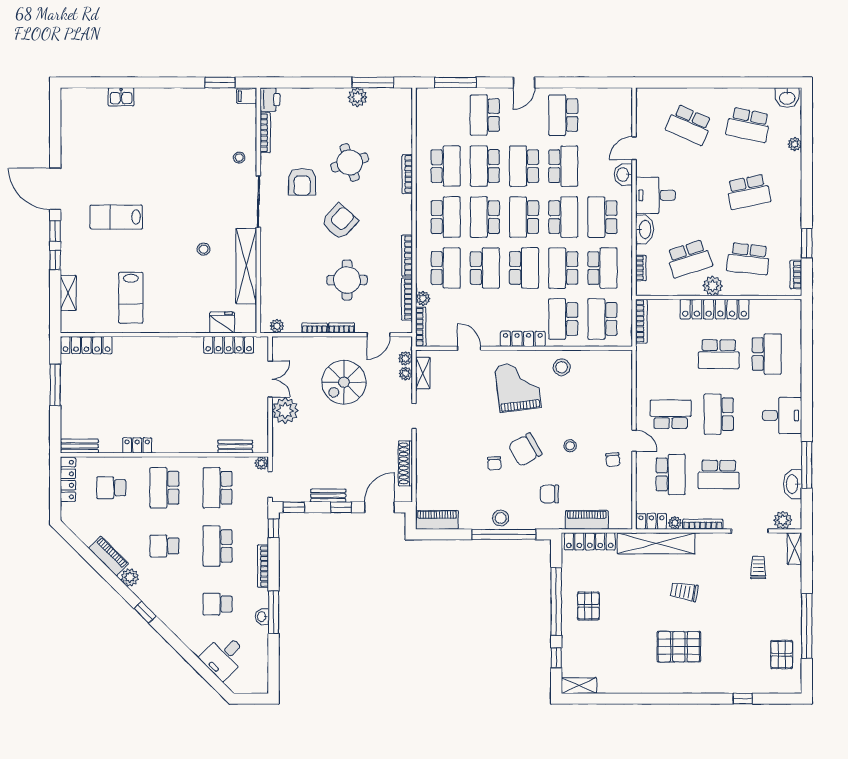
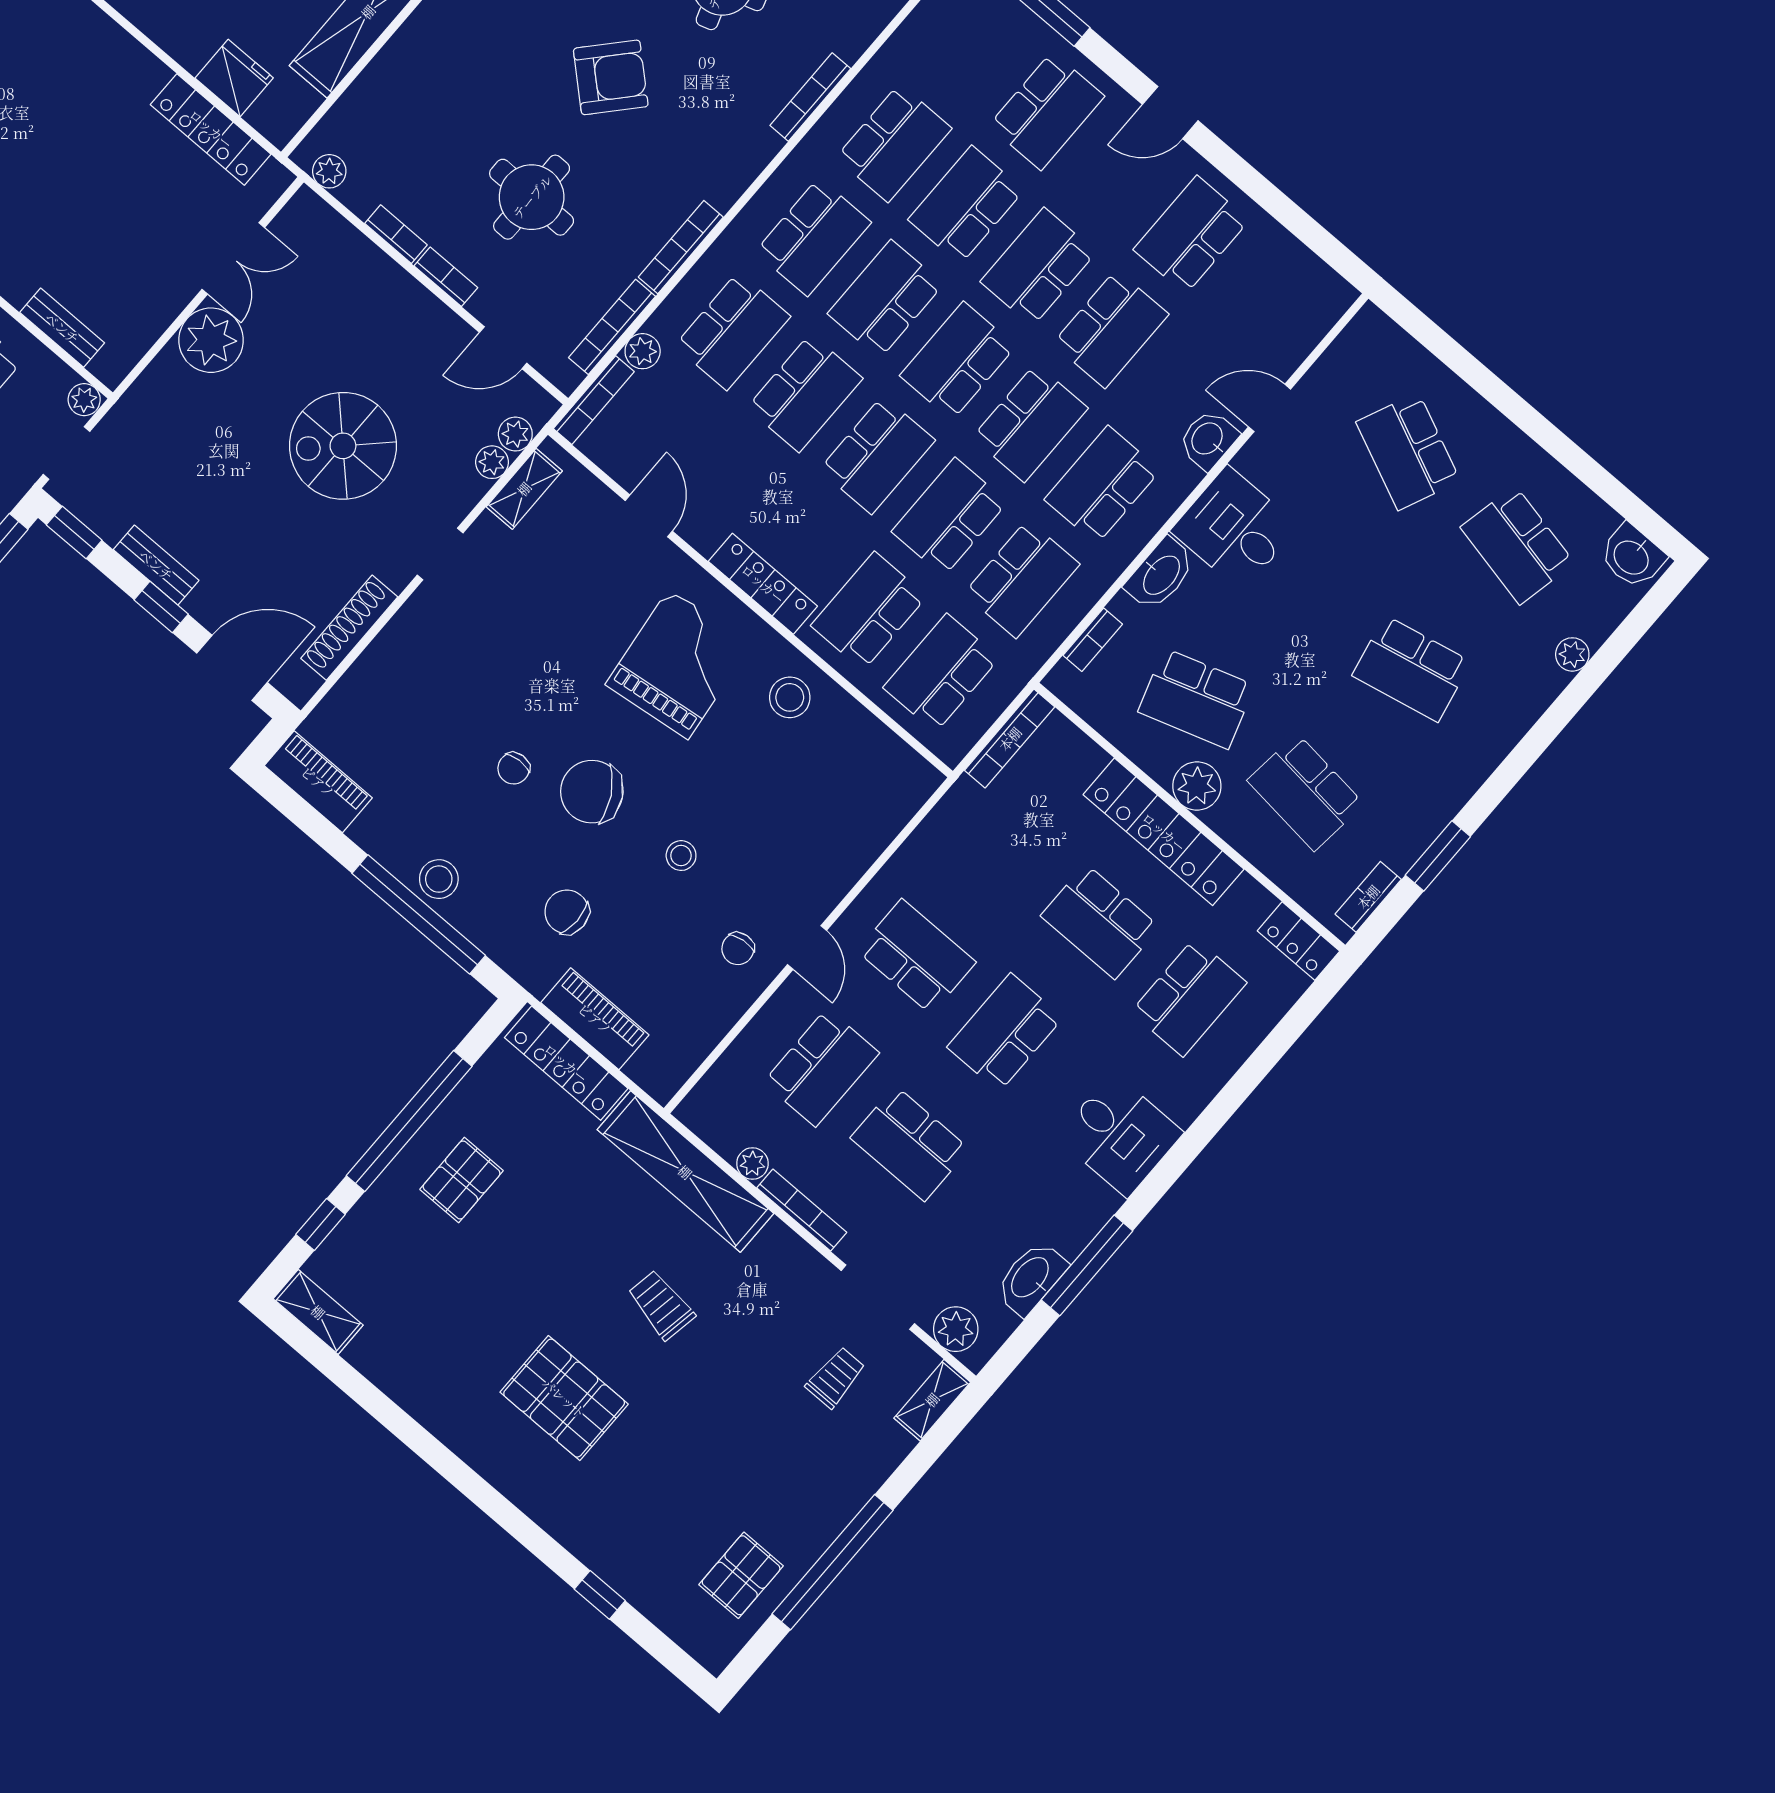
school desk: (485, 115) -> (1047, 111), turned 180
spiral stairs: (344, 382) -> (343, 446), moved
locker: (651, 521) -> (1299, 941), moved, turned 180

